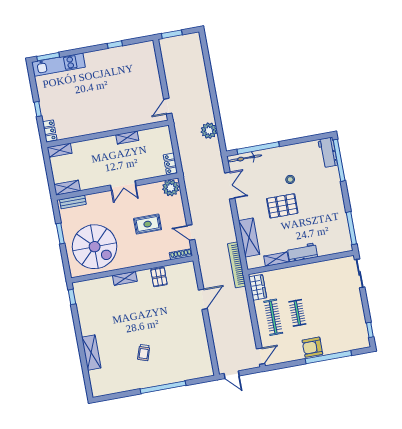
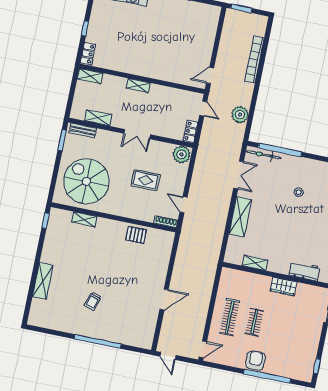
shelving: (127, 138) -> (138, 85), moved
door: (174, 138) -> (203, 109), added
shelving: (67, 188) -> (98, 118), moved
pallet: (282, 206) -> (281, 214), removed
window: (60, 233) -> (62, 140), moved
shelving: (249, 237) -> (240, 217), moved
spiral stairs: (95, 247) -> (86, 181), turned 180
workbench: (302, 252) -> (304, 271), moved
bookcase: (237, 265) -> (254, 60), moved
pallet: (159, 277) -> (136, 235), turned 90
shelving: (125, 278) -> (84, 219), moved
wardrobe: (258, 287) -> (283, 286), moved, turned 90
door: (203, 299) -> (164, 299), moved
armchair: (312, 347) -> (255, 361), turned 90

